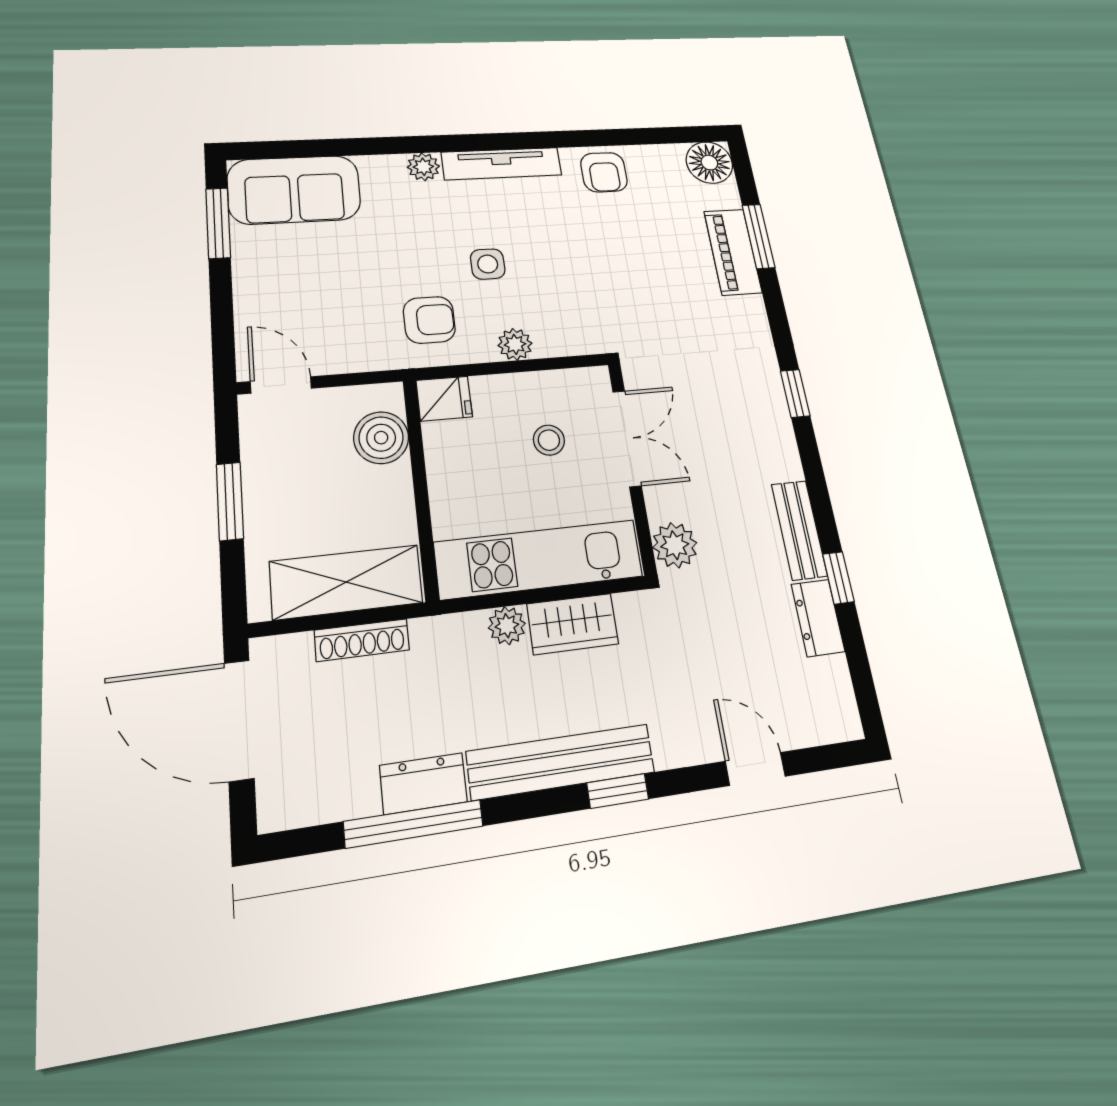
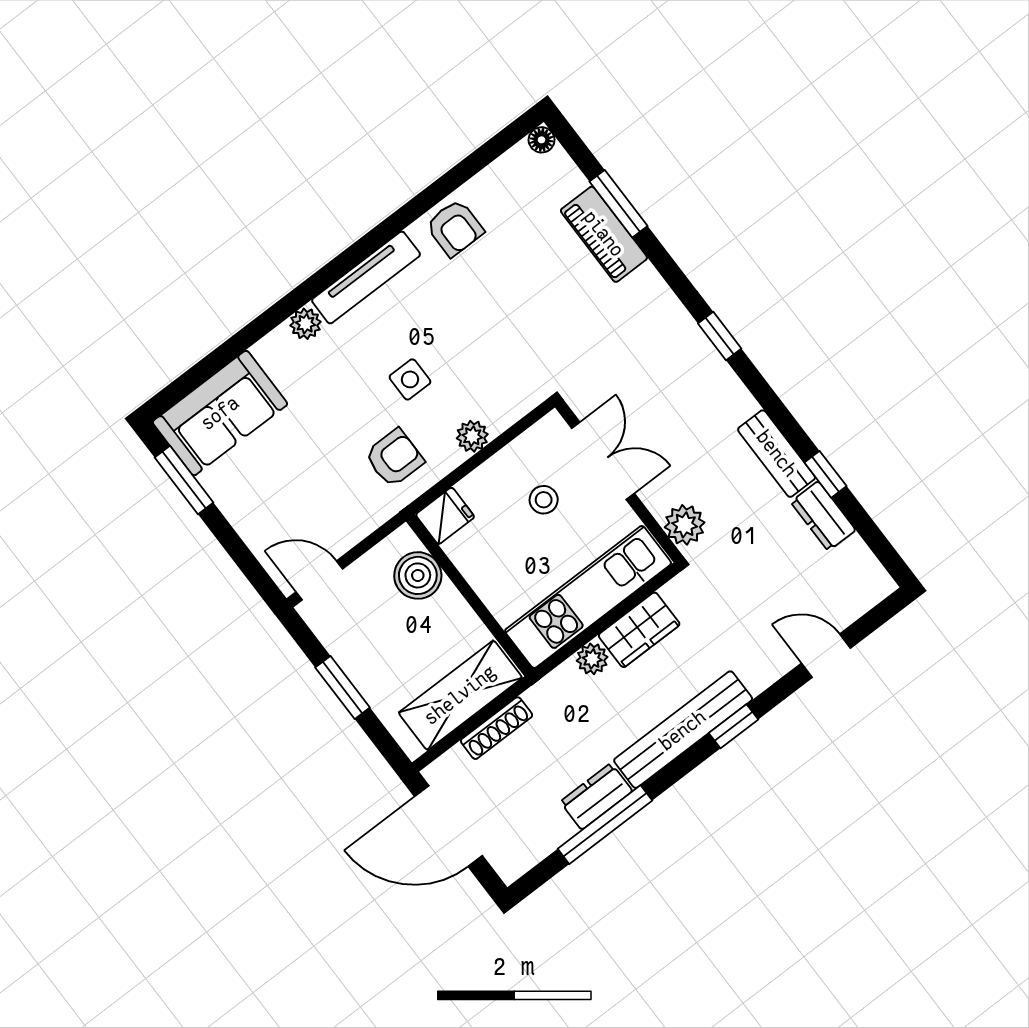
floor lamp: (709, 163) -> (542, 140), width x0.53, depth x0.53

